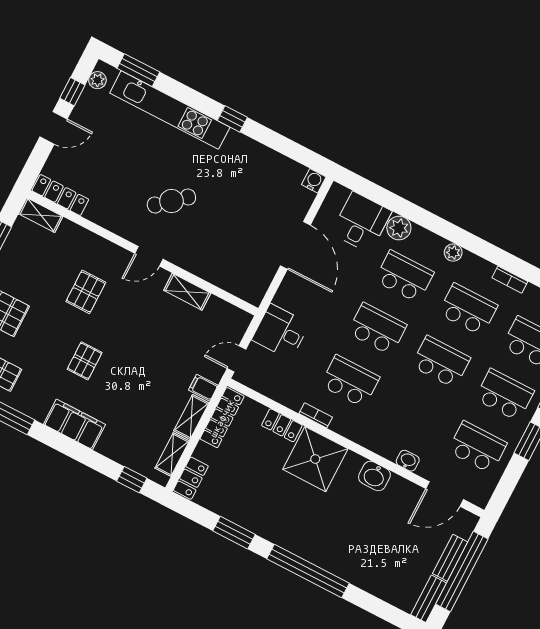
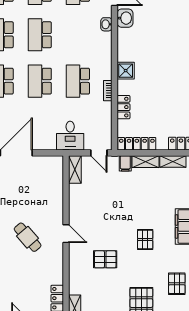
shelving: (187, 292) -> (75, 170), moved
pallet: (85, 361) -> (145, 240), turned 90
shower: (315, 459) -> (126, 71), width x0.54, depth x0.54
washbasin: (374, 476) -> (125, 18), moved

